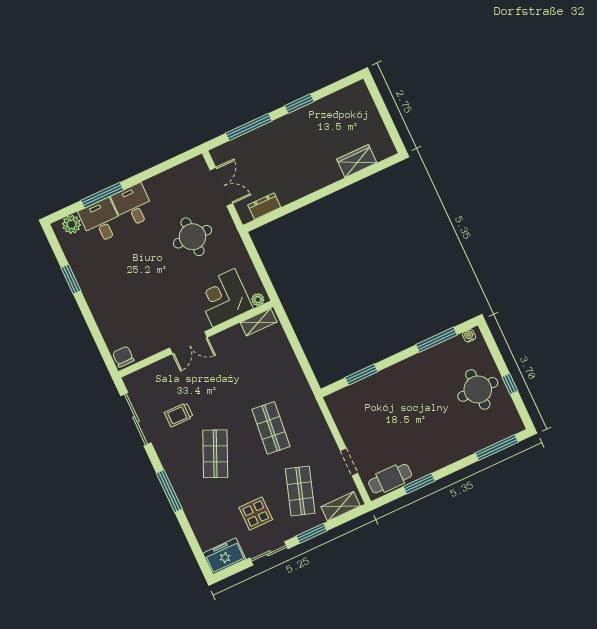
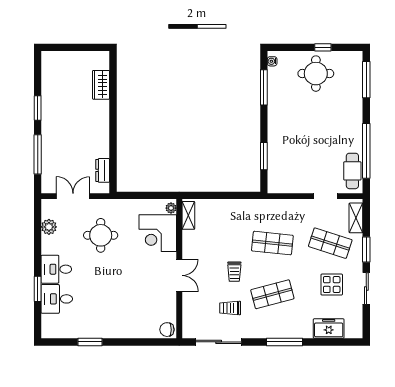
window: (102, 195) -> (38, 289), width x0.69
plant: (71, 224) -> (49, 227), moved
trolley: (221, 401) -> (234, 272), added
trolley: (179, 415) -> (230, 308), turned 90
shop shelf: (215, 454) -> (272, 294), turned -39
window: (419, 484) -> (366, 151), width x2.11
freezer: (224, 556) -> (329, 329), moved, turned 90

